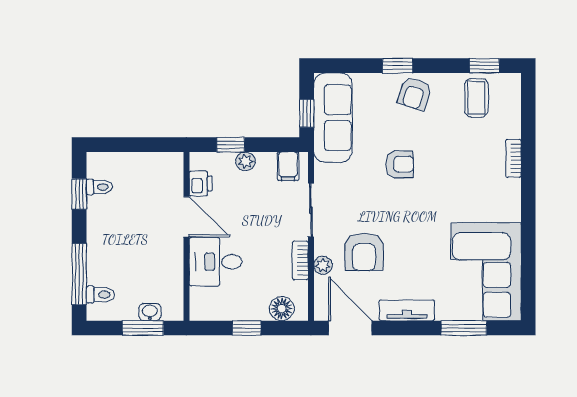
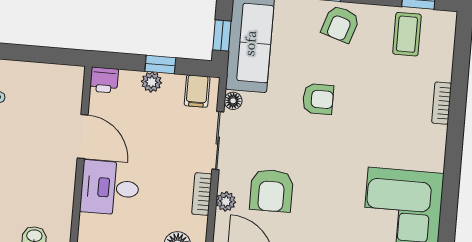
window: (231, 145) -> (160, 65), moved
floor lamp: (322, 172) -> (233, 101), added
printer: (201, 183) -> (104, 80), moved, turned 90

